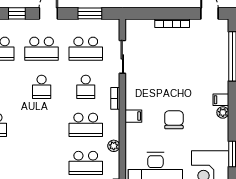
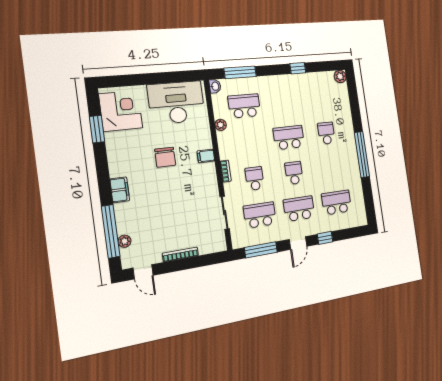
window: (90, 13) -> (261, 250), width x1.44
filing cabinet: (221, 100) -> (120, 190), width x2.00
plant: (223, 112) -> (124, 241), moved
school desk: (86, 125) -> (289, 138), moved

